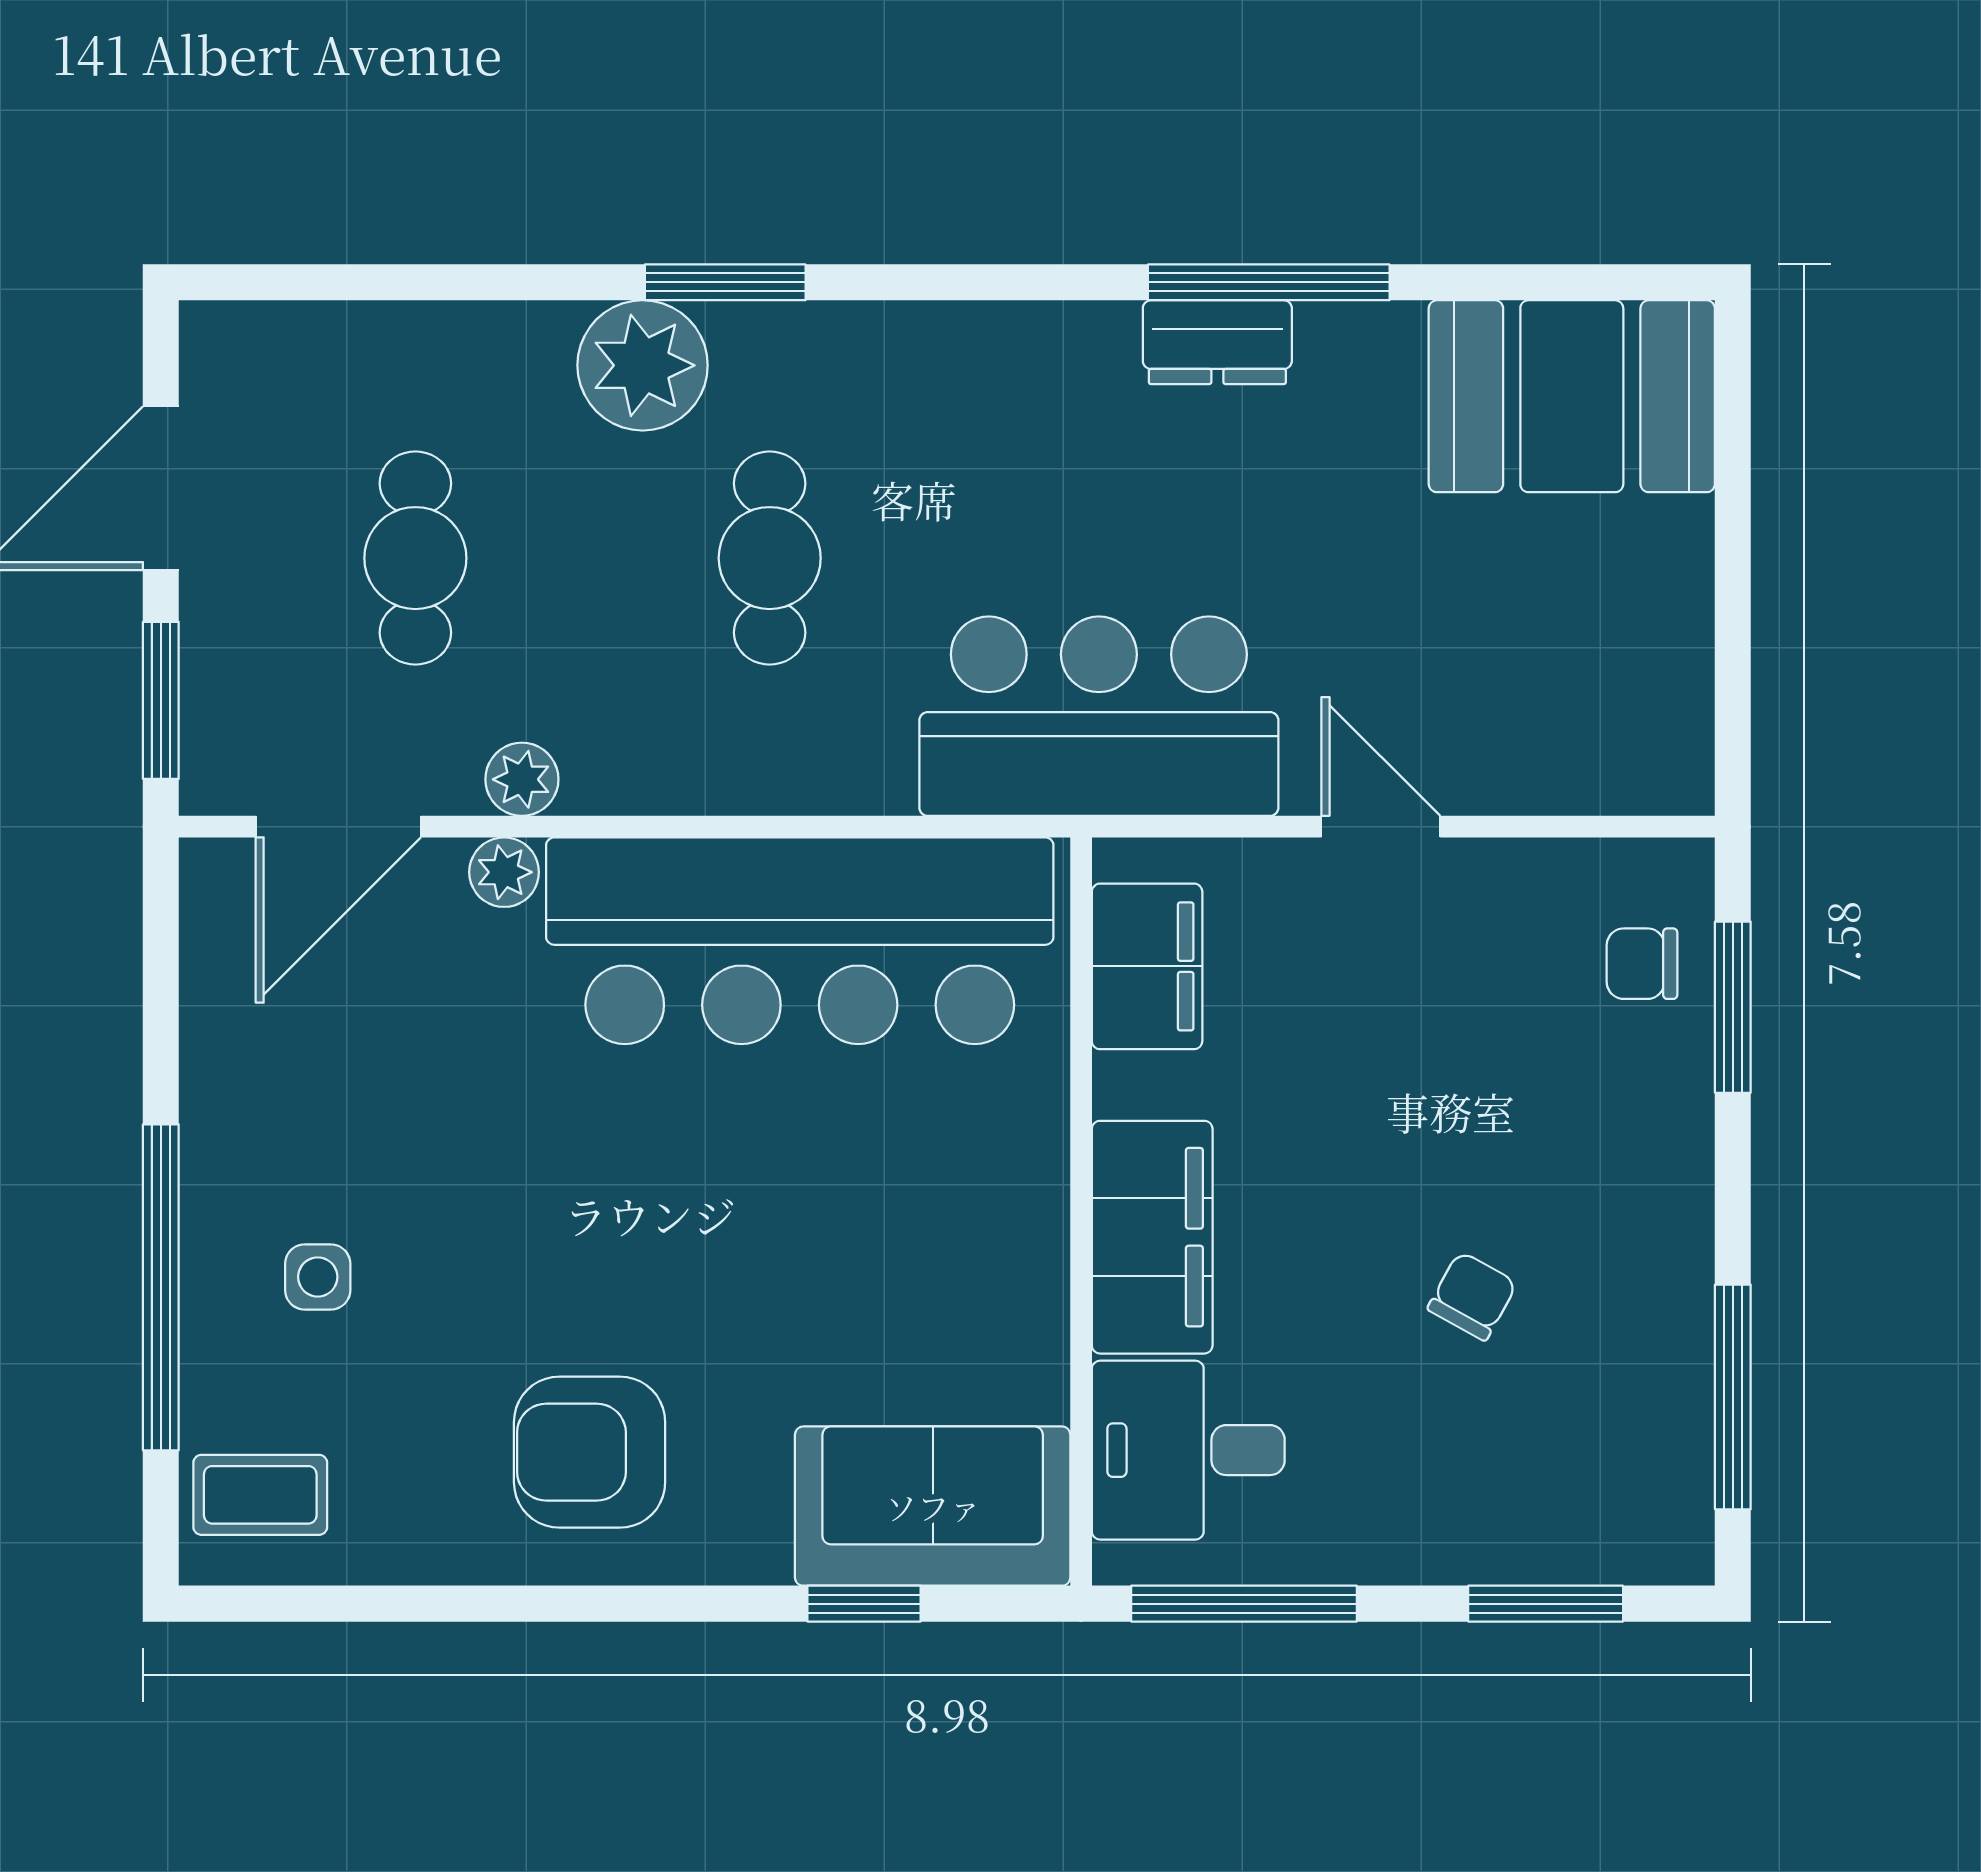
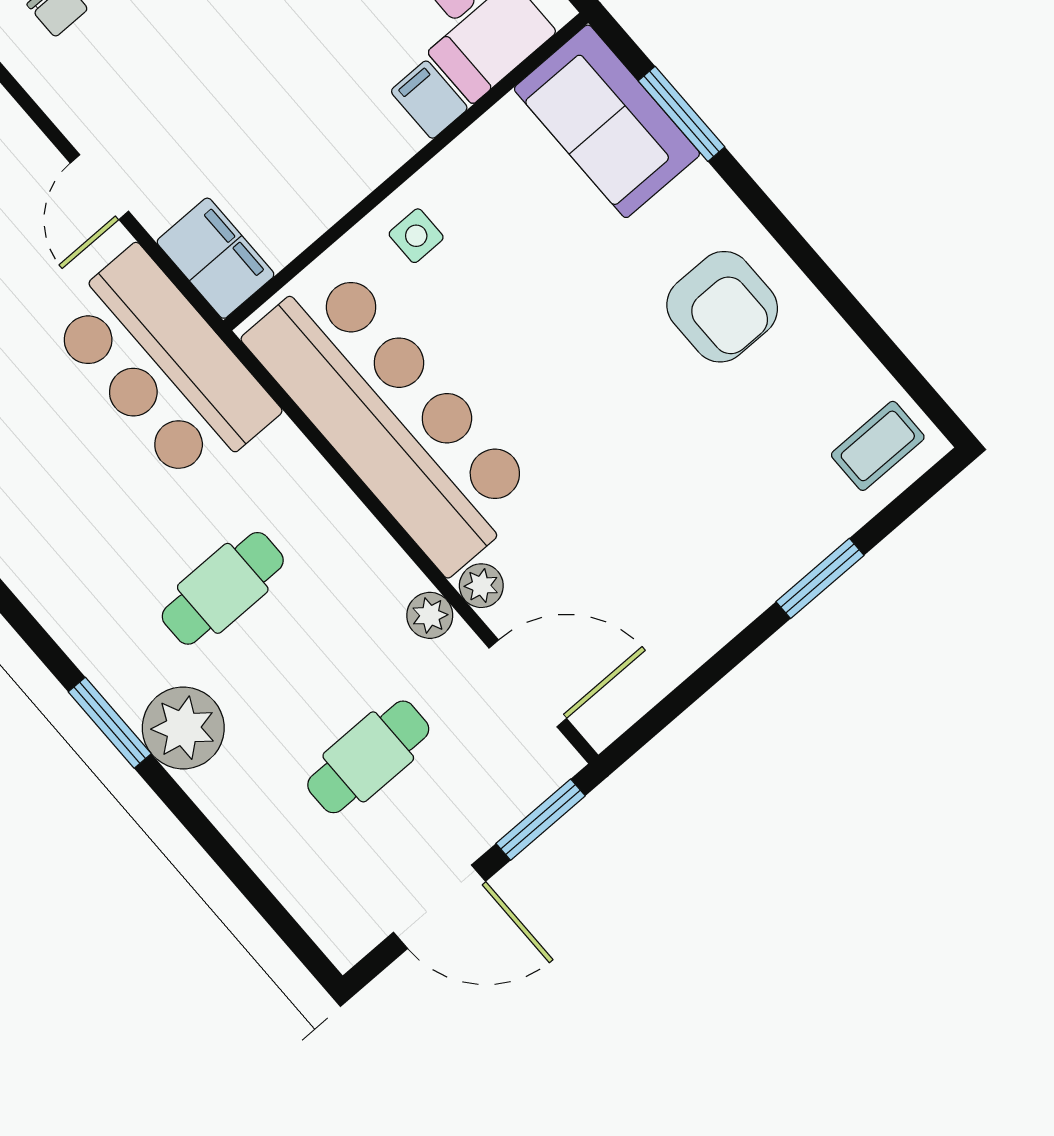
filing cabinet: (1147, 966) -> (216, 258), moved, turned 90
filing cabinet: (1152, 1237) -> (429, 100), width x0.33, depth x0.86
side table: (318, 1277) -> (416, 236), moved
window: (161, 1287) -> (820, 578), width x0.47
coffee table: (260, 1495) -> (878, 446), turned 90
window: (864, 1604) -> (682, 114), width x1.50

